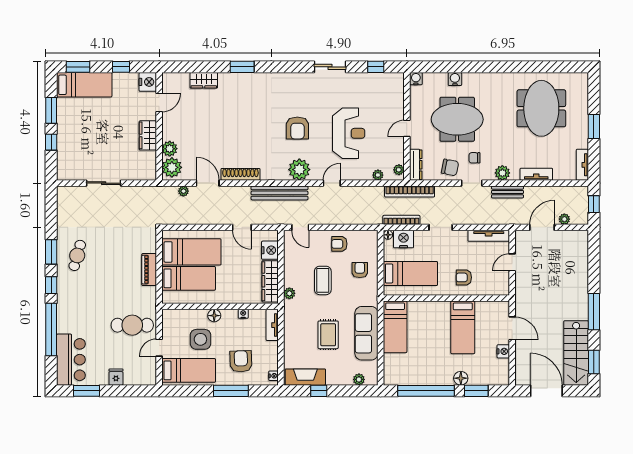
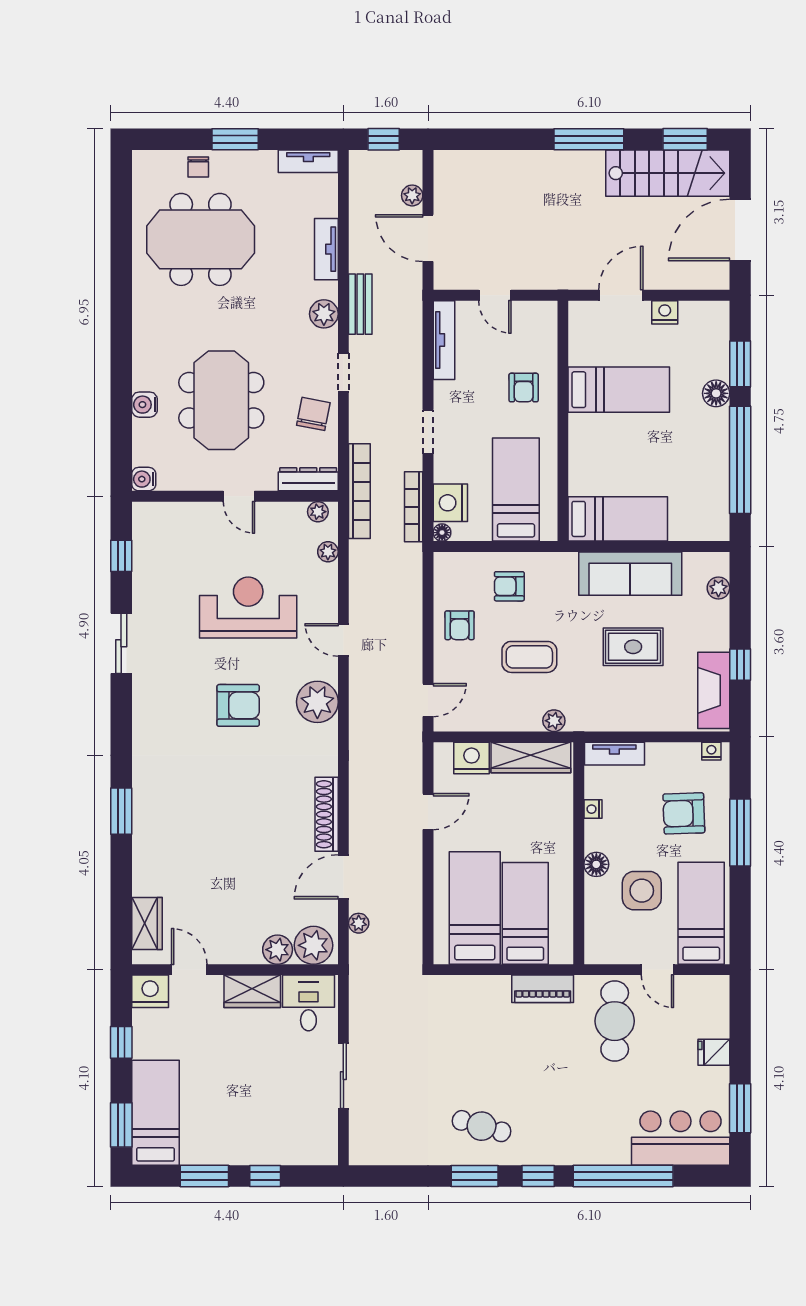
wardrobe: (204, 80) -> (147, 924), moved
chair: (475, 158) -> (198, 167), moved
desk: (142, 165) -> (308, 1003), added
bench: (280, 193) -> (362, 740), removed
piano: (149, 270) -> (543, 989), moved

